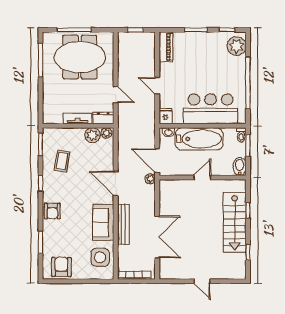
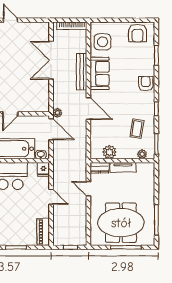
plant: (106, 133) -> (142, 154), moved

